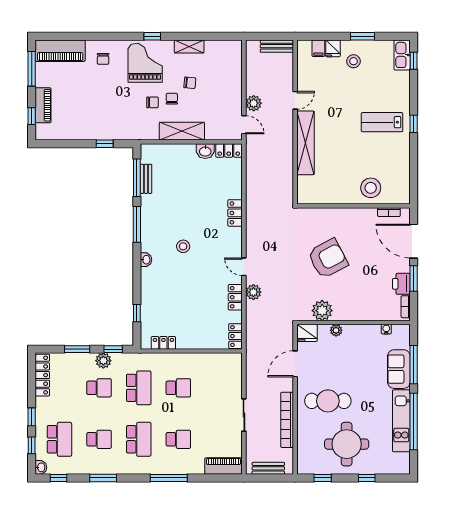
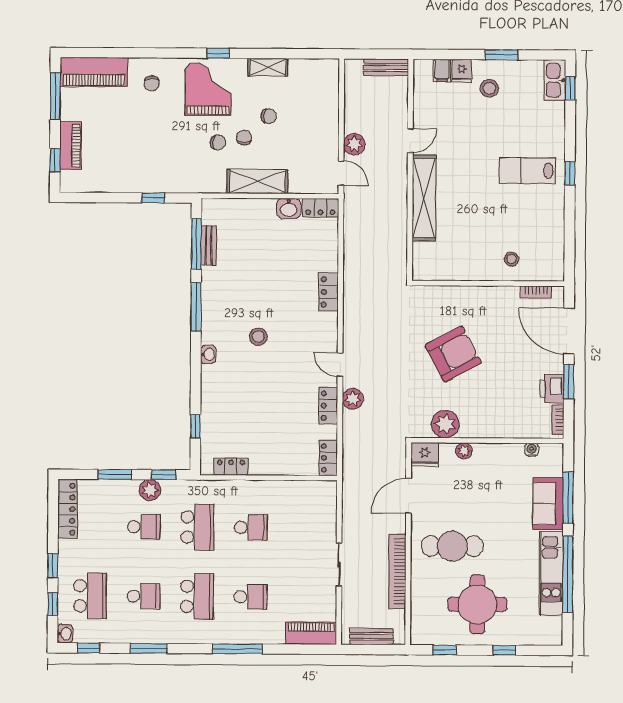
stool: (371, 188) -> (512, 259), width x0.53, depth x0.53

